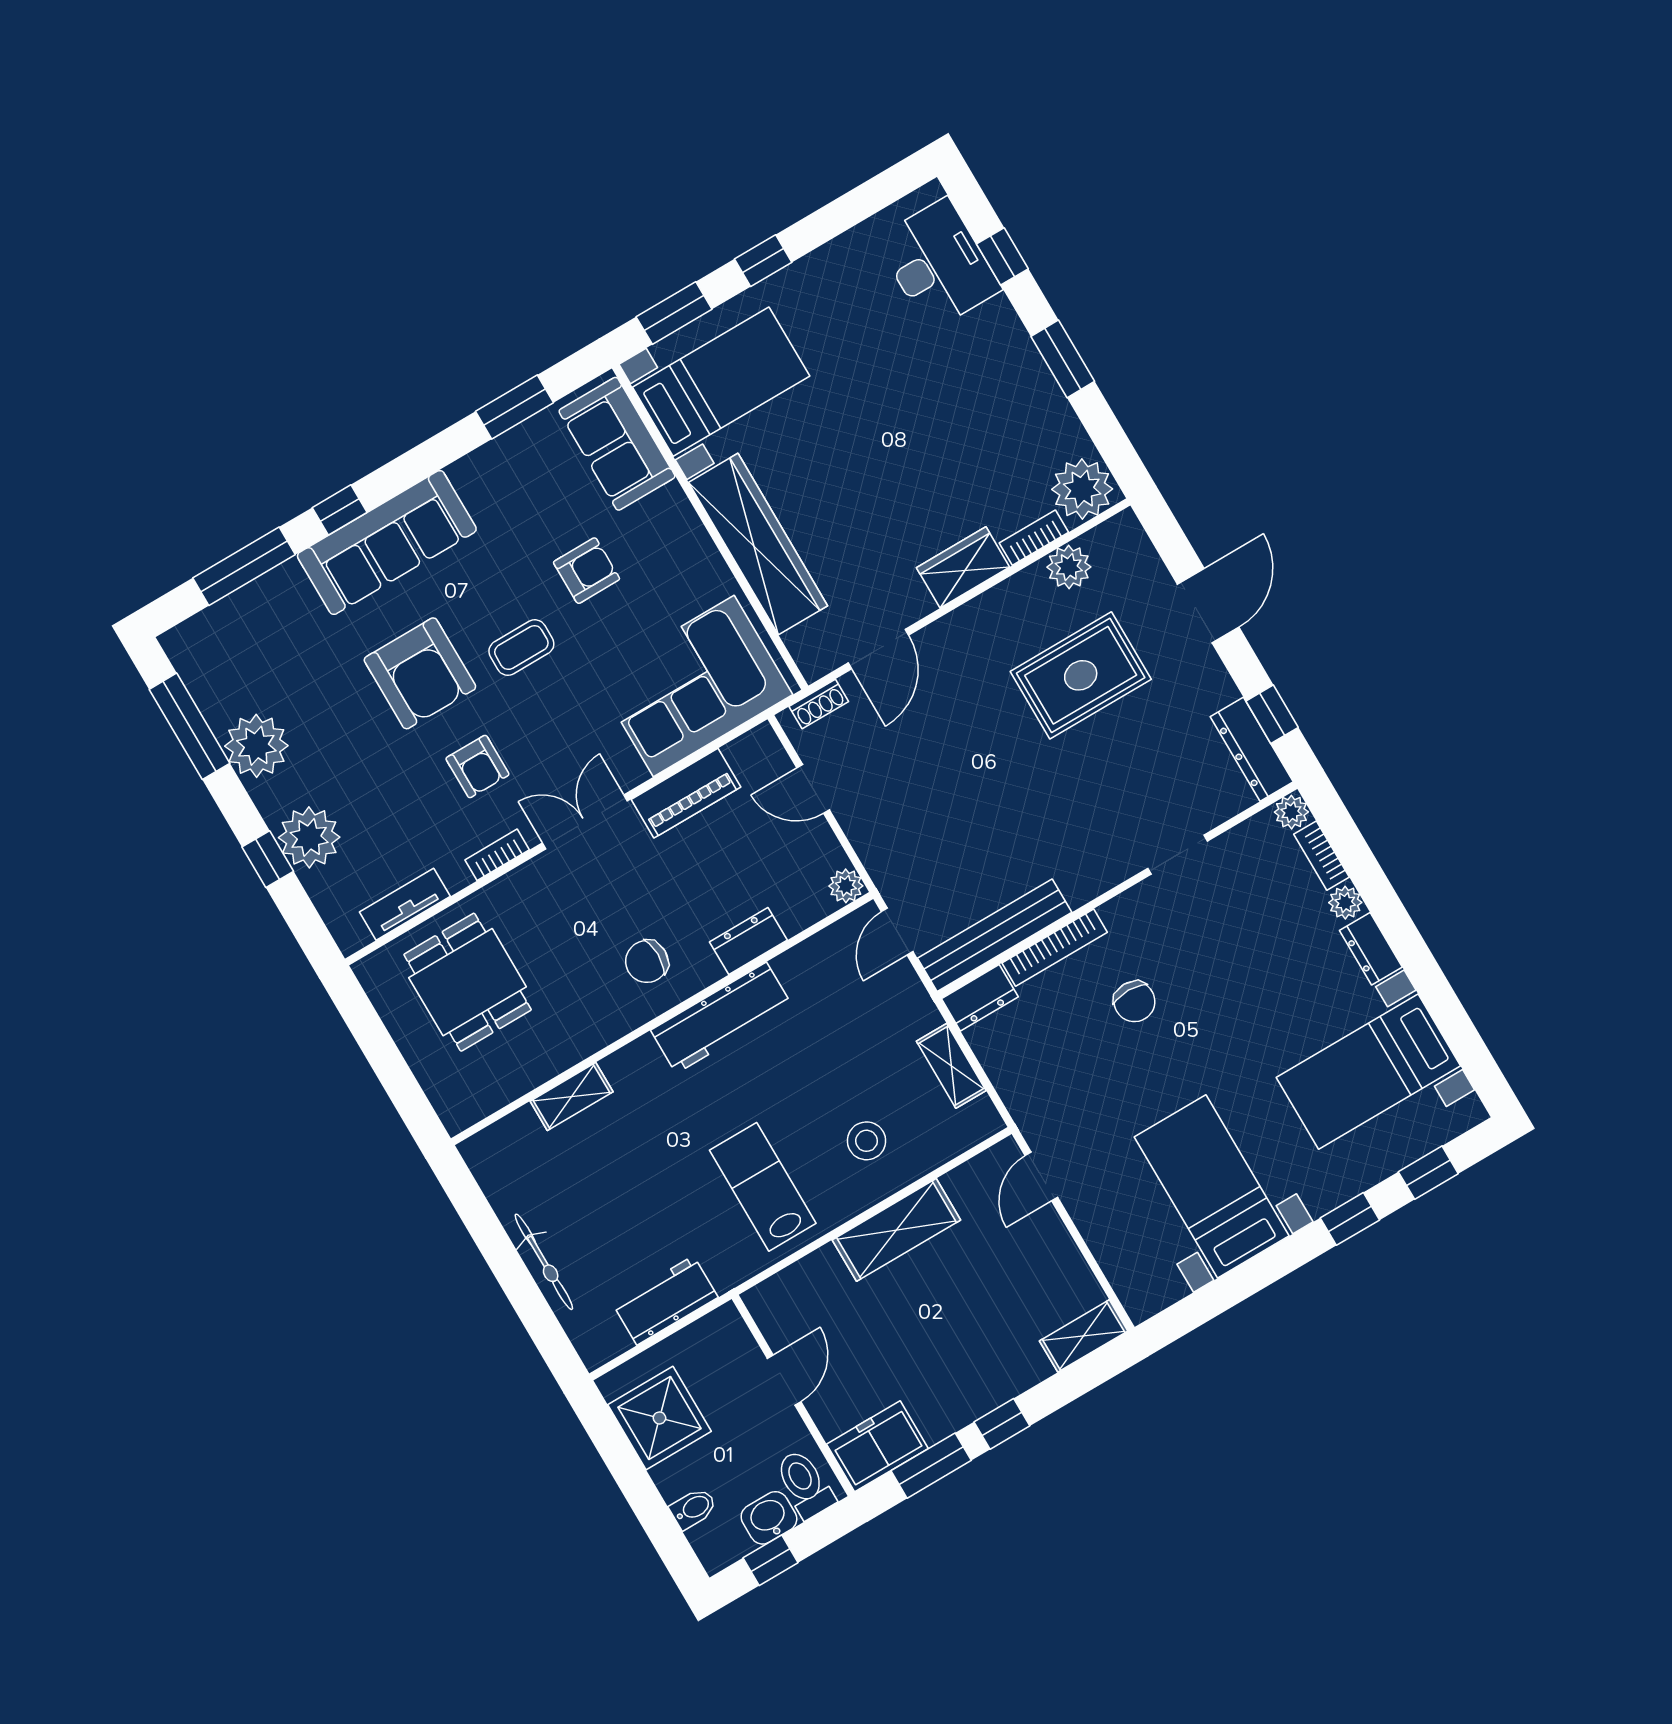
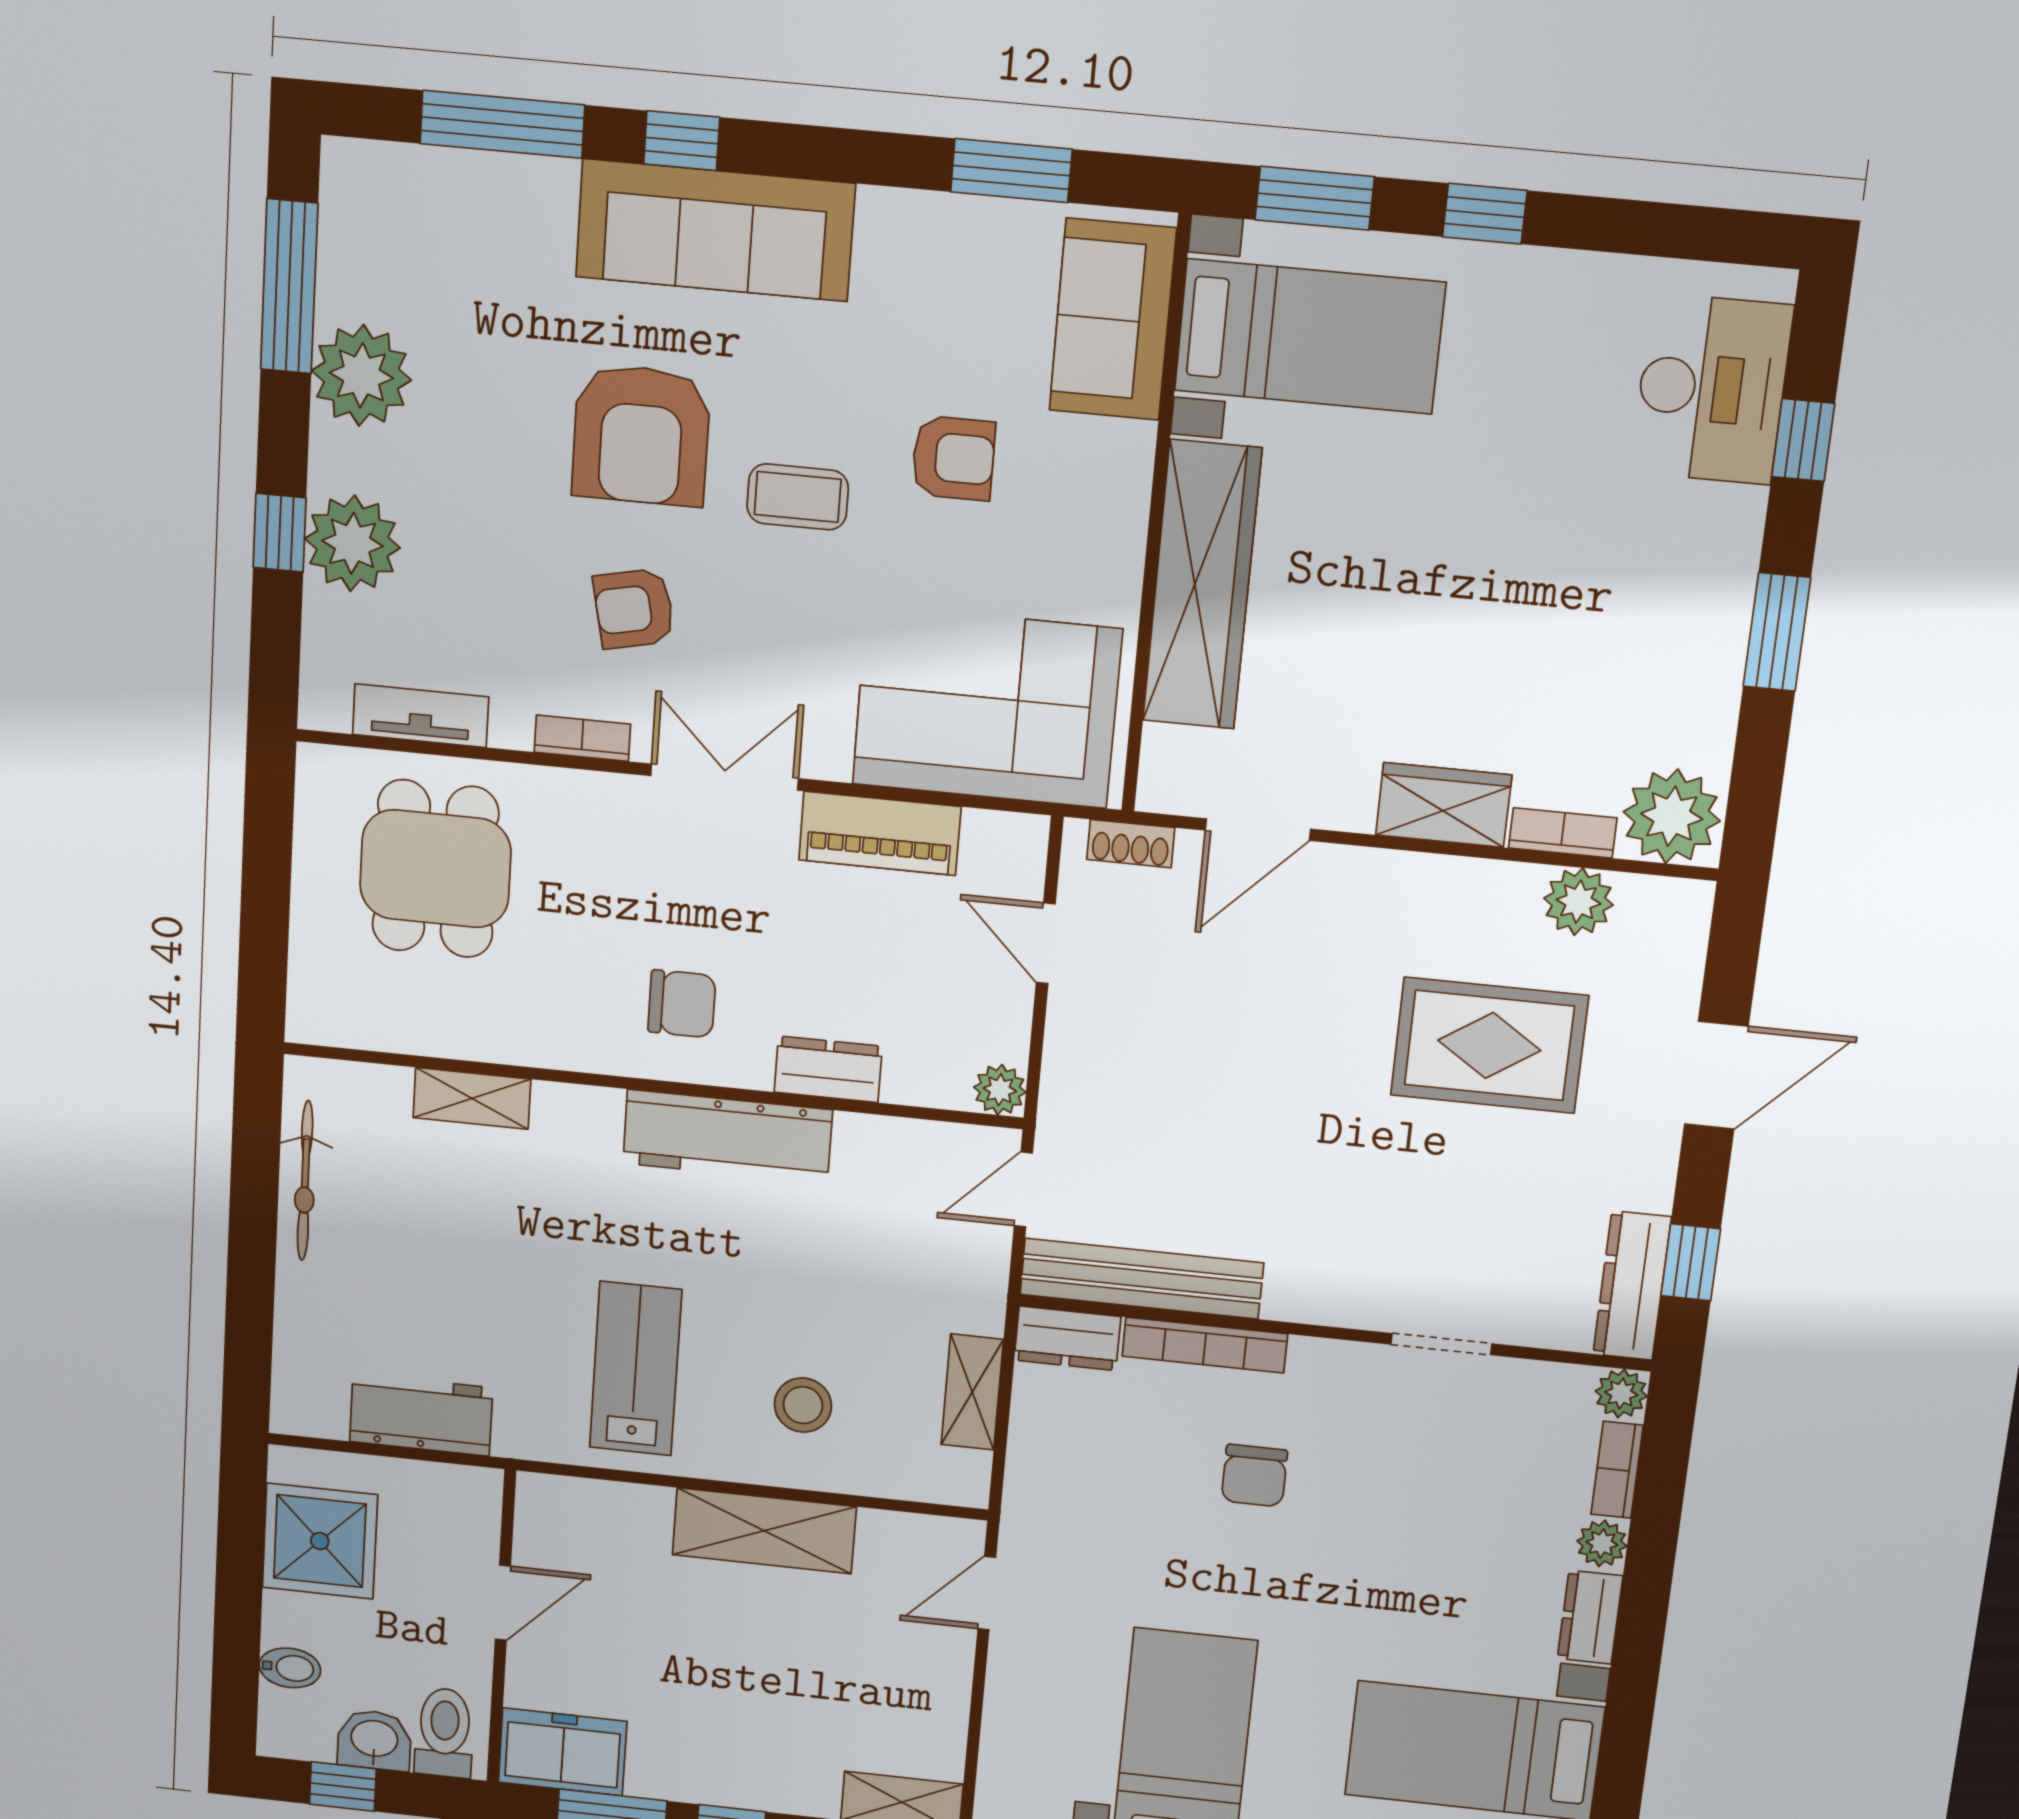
armchair: (477, 767) -> (634, 609), turned 78
chair: (647, 962) -> (682, 1004), turned 180
bicycle: (544, 1262) -> (305, 1181), moved

